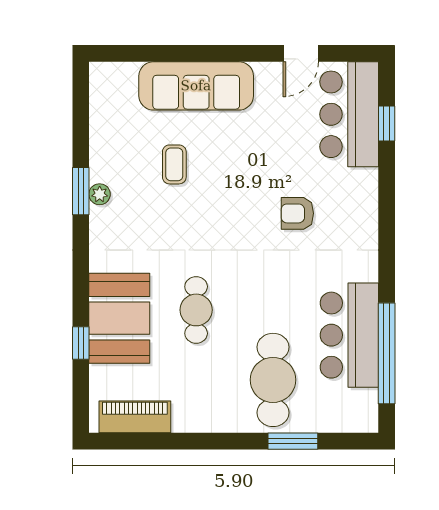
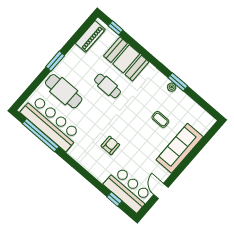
bar counter: (349, 335) -> (51, 123), width x1.36
window: (81, 343) -> (116, 28), moved
window: (293, 441) -> (55, 61), moved

